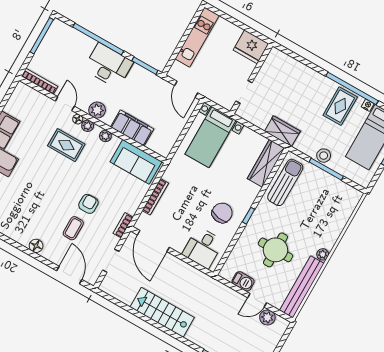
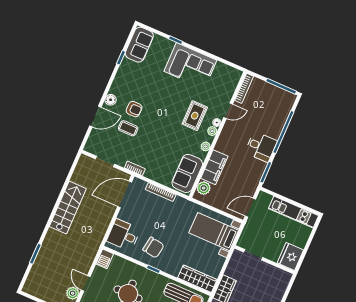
desk: (108, 66) -> (261, 147), width x0.73
plant: (97, 110) -> (204, 188), moved
armchair: (88, 204) -> (134, 109), moved
door: (69, 275) -> (95, 116), moved
barbecue: (243, 281) -> (105, 259), moved

